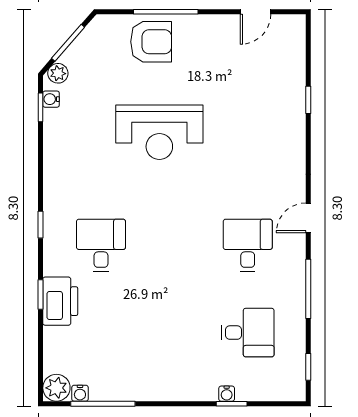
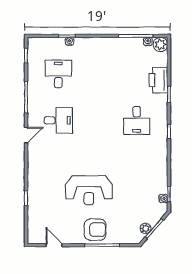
door: (255, 12) -> (54, 245), hinge flipped
armchair: (151, 42) -> (95, 230), moved, turned 180
plant: (58, 73) -> (146, 228), moved
reception desk: (159, 132) -> (89, 190), moved, turned 180
desk: (248, 245) -> (58, 120), turned -90
printer: (60, 301) -> (158, 80), moved
desk: (248, 333) -> (58, 74), turned 90

